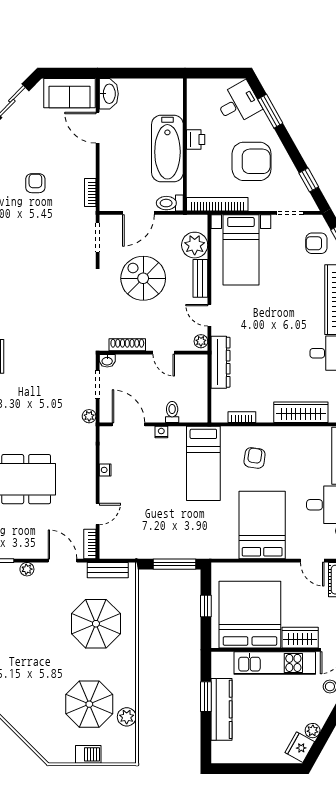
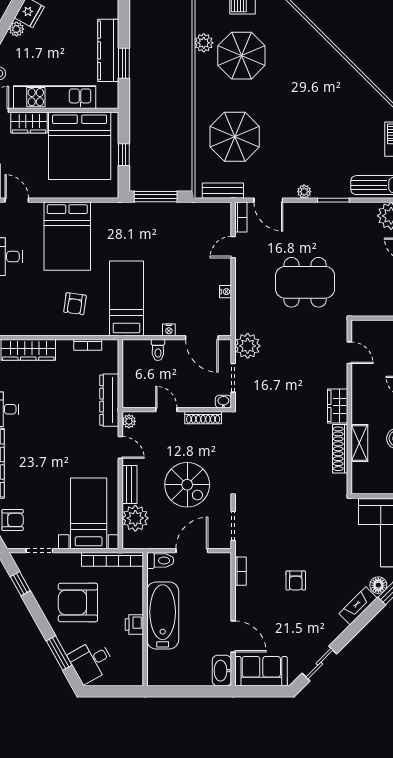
plant: (89, 416) -> (248, 346), width x1.88, depth x1.88

